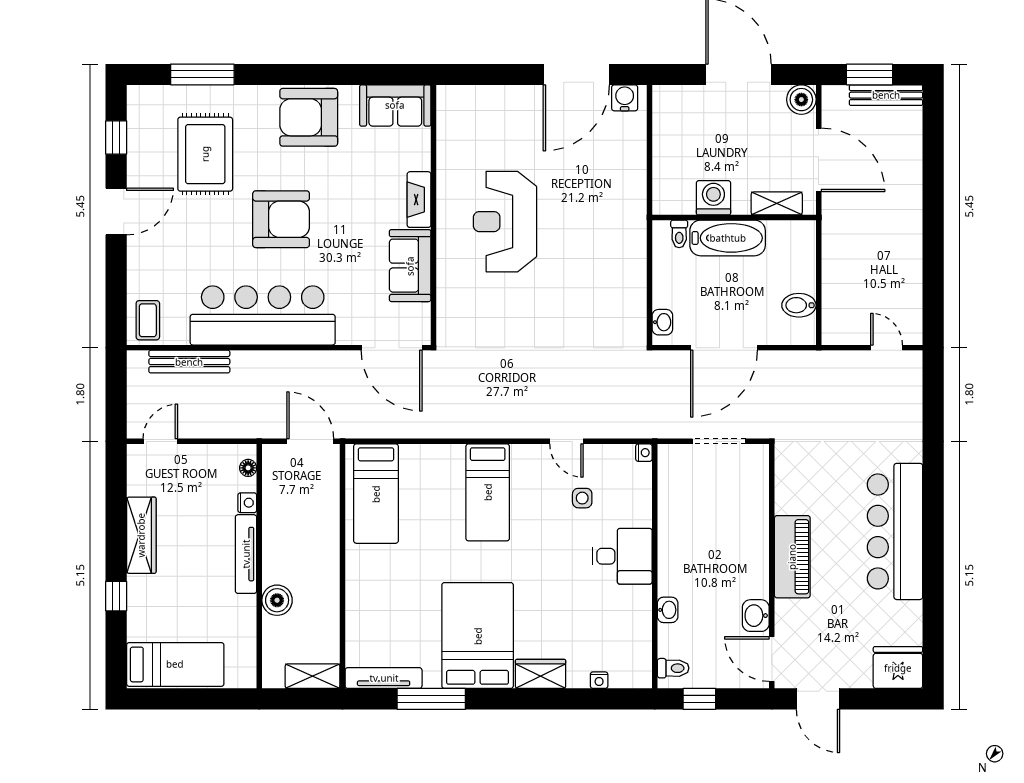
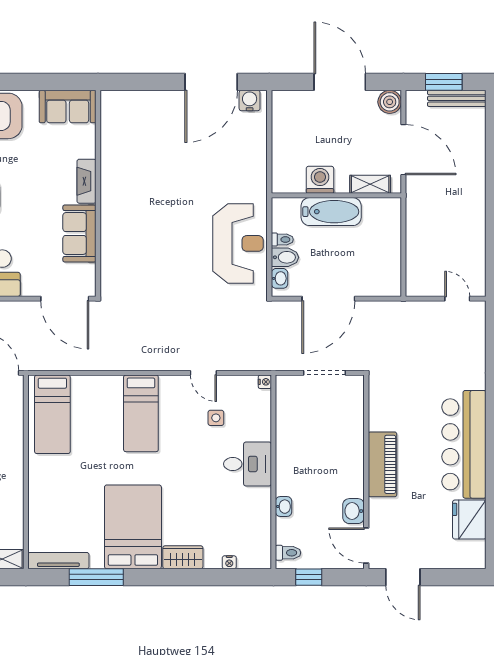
reception desk: (505, 222) -> (238, 243), moved, turned 180
toilet: (679, 234) -> (282, 240), moved, turned -90
bidet: (799, 305) -> (285, 257), moved, turned 180
fridge: (898, 668) -> (469, 520), moved, turned -90

